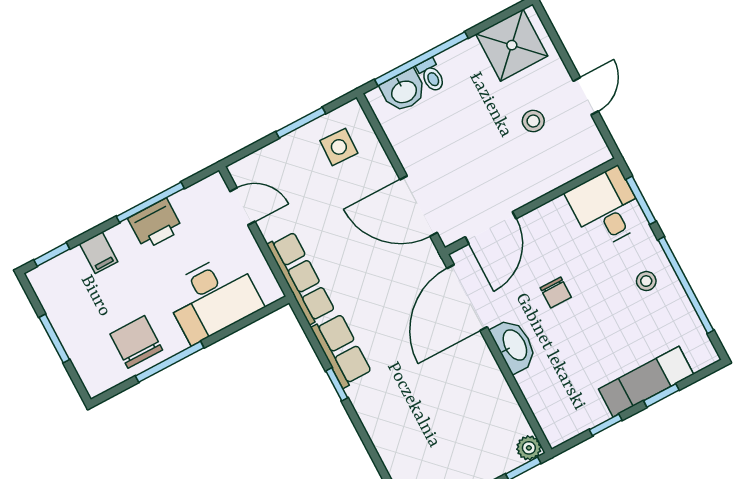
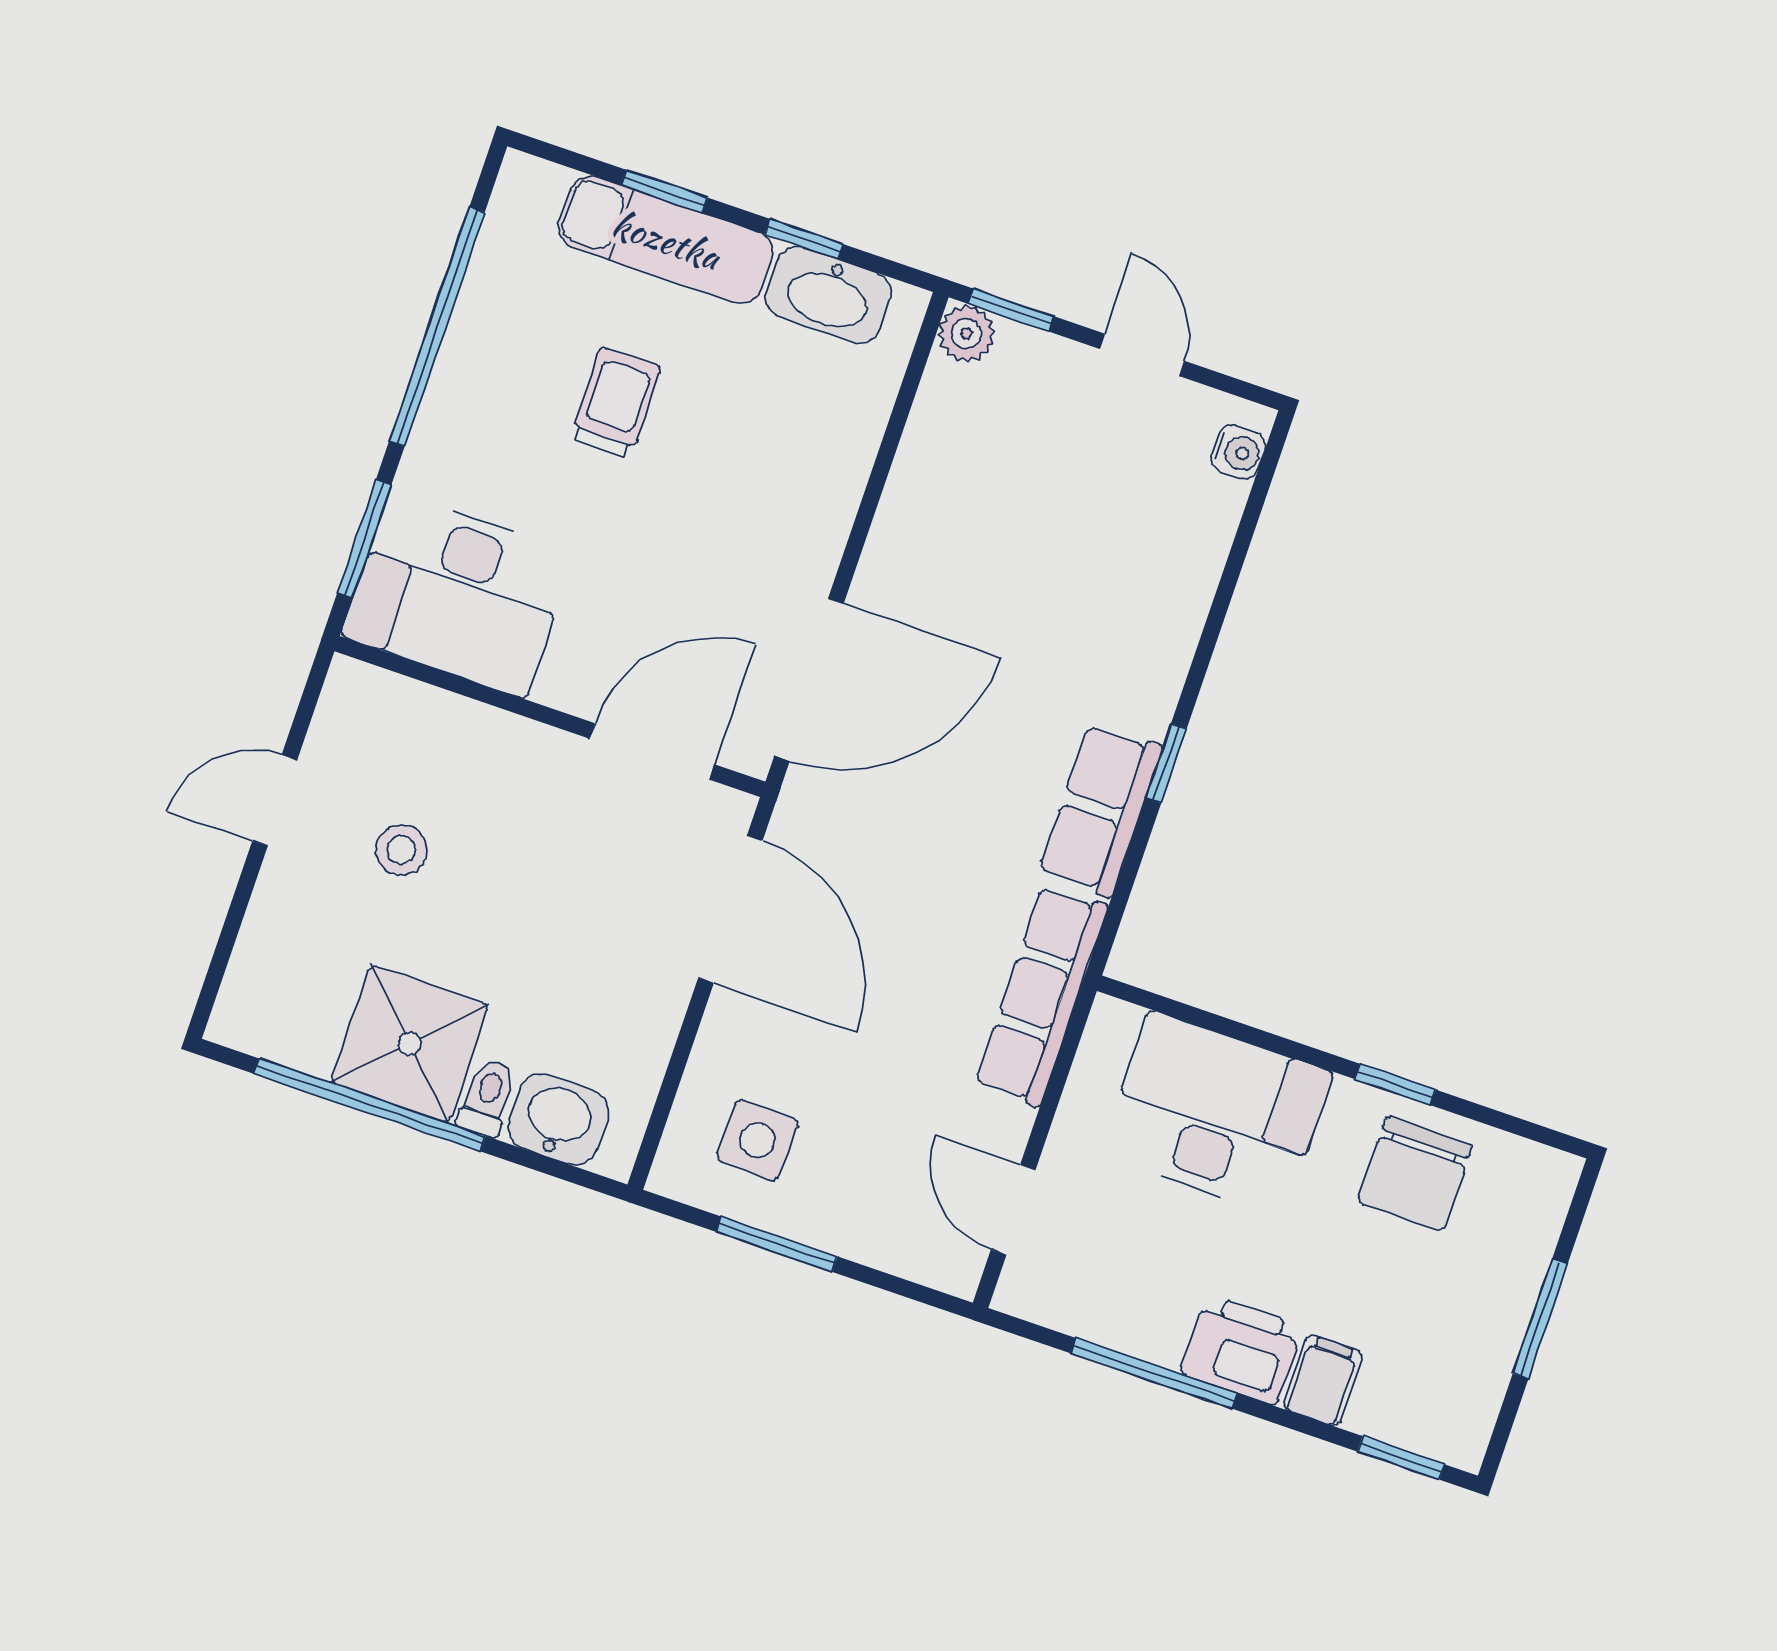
shower: (512, 45) -> (410, 1044), moved
window: (421, 59) -> (370, 1105), moved
desk: (606, 208) -> (458, 595), width x1.37
printer: (155, 224) -> (1242, 1350), moved
stool: (646, 281) -> (493, 401), removed
chair: (556, 292) -> (658, 537), removed
trolley: (610, 318) -> (616, 403), added
washbasin: (514, 345) -> (829, 295), moved, turned -90
window: (170, 362) -> (1395, 1084), width x0.46

